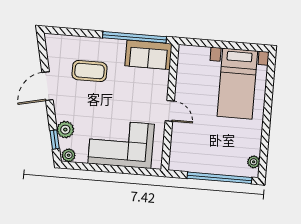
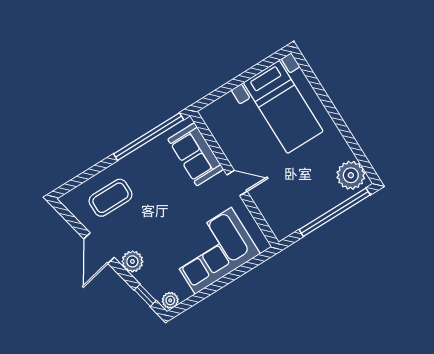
sofa: (149, 55) -> (196, 154), moved, turned 90
coffee table: (90, 71) -> (111, 198), moved
plant: (65, 130) -> (132, 261), moved
plant: (254, 162) -> (351, 175), width x1.88, depth x1.88

